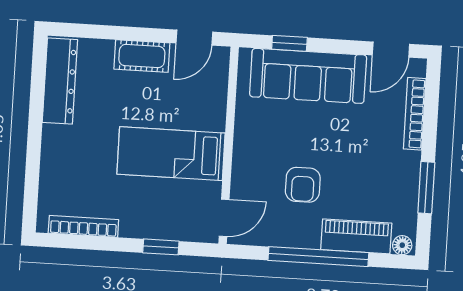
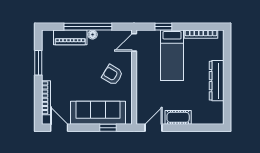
door: (391, 50) -> (59, 128), hinge flipped
dresser: (60, 81) -> (217, 81), moved
bed: (171, 154) -> (172, 55), moved, turned 90
armchair: (303, 185) -> (112, 75), moved, turned -59
floor lamp: (402, 245) -> (93, 35), moved

